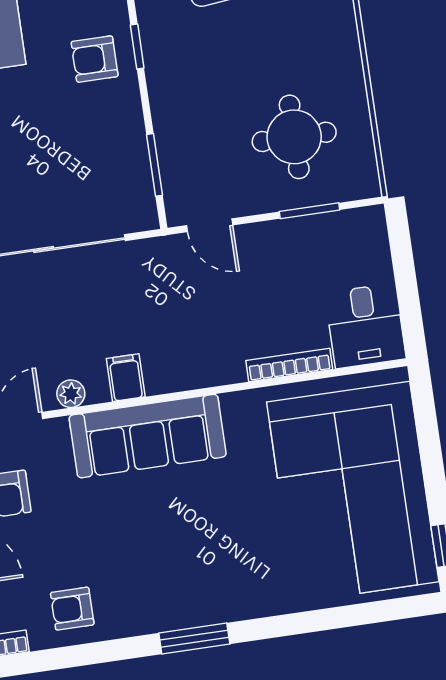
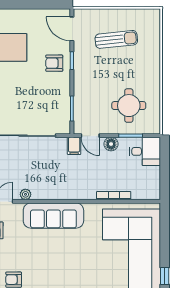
floor lamp: (264, 238) -> (111, 144), added
desk: (365, 326) -> (145, 151), moved, turned -90
filing cabinet: (126, 378) -> (74, 146), moved, turned 180

